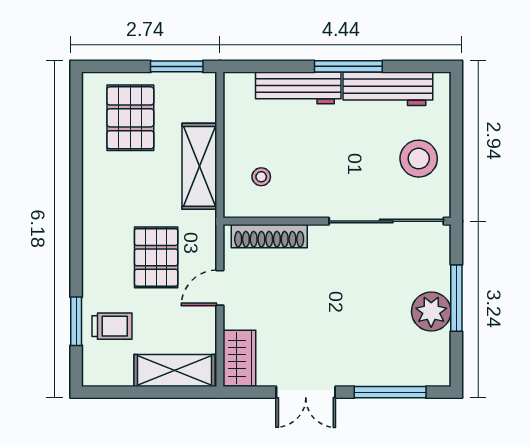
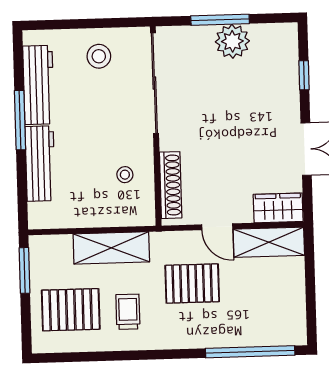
stool: (419, 159) -> (99, 56), width x0.73, depth x0.73
stool: (261, 177) -> (125, 175), moved
window: (76, 321) -> (250, 352), width x2.11
trolley: (112, 326) -> (128, 312), moved
shelving: (174, 371) -> (269, 242), moved, turned 90
window: (390, 392) -> (304, 75), width x0.46

